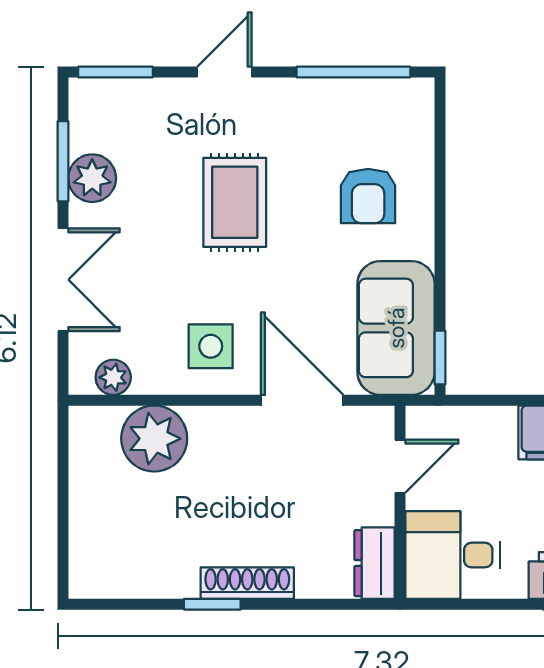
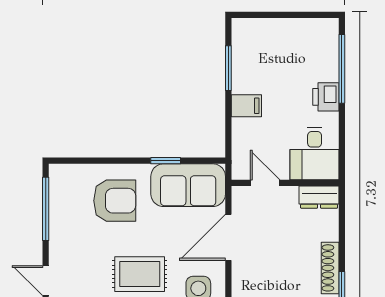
armchair: (368, 196) -> (115, 201), width x1.38, depth x1.38
rug: (235, 202) -> (140, 274), moved
window: (440, 358) -> (166, 161), moved

